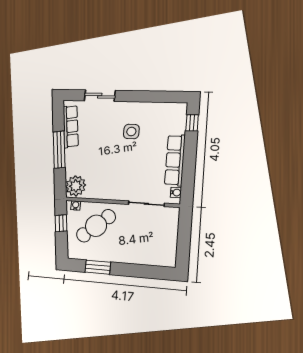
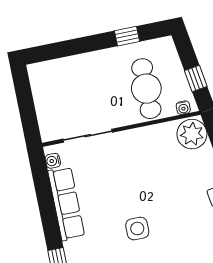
cafe table: (96, 226) -> (146, 89), turned -50
window: (98, 267) -> (127, 36), width x0.67

